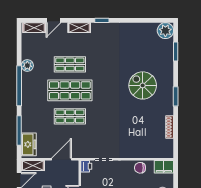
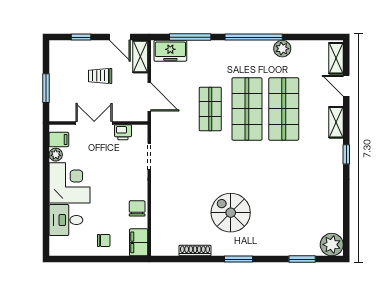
shop shelf: (70, 64) -> (284, 109), width x1.43, depth x1.36
spiral stairs: (143, 85) -> (231, 213), moved, turned -90
printer: (86, 166) -> (123, 132), moved

